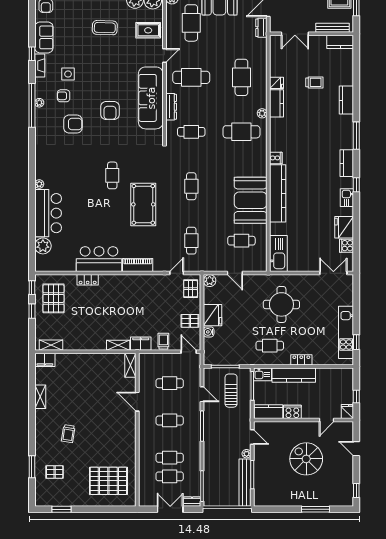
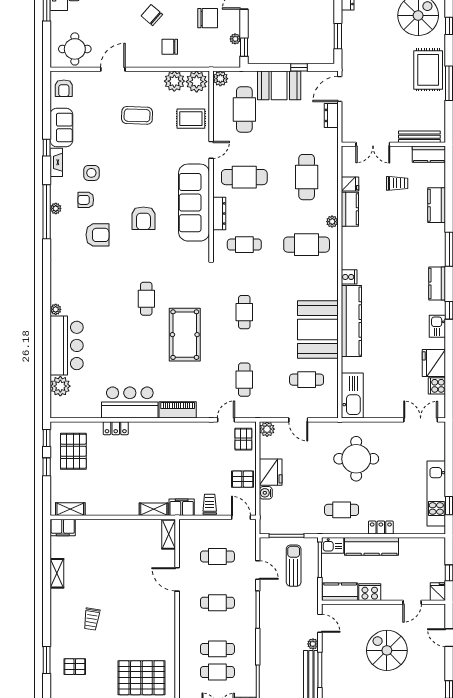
bench: (332, 28) -> (419, 137), moved
double door: (295, 34) -> (373, 144), moved
wall: (312, 34) -> (393, 144), moved
kitchen counter: (340, 42) -> (429, 154), moved

